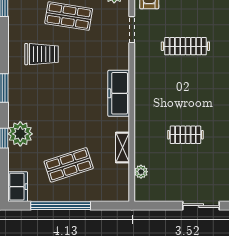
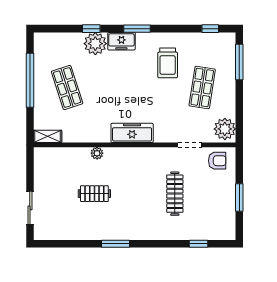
clothes rail: (185, 135) -> (94, 194), turned 90
shelving: (123, 148) -> (48, 136), moved
plant: (141, 172) -> (97, 153), moved
freezer: (18, 187) -> (121, 41), moved

